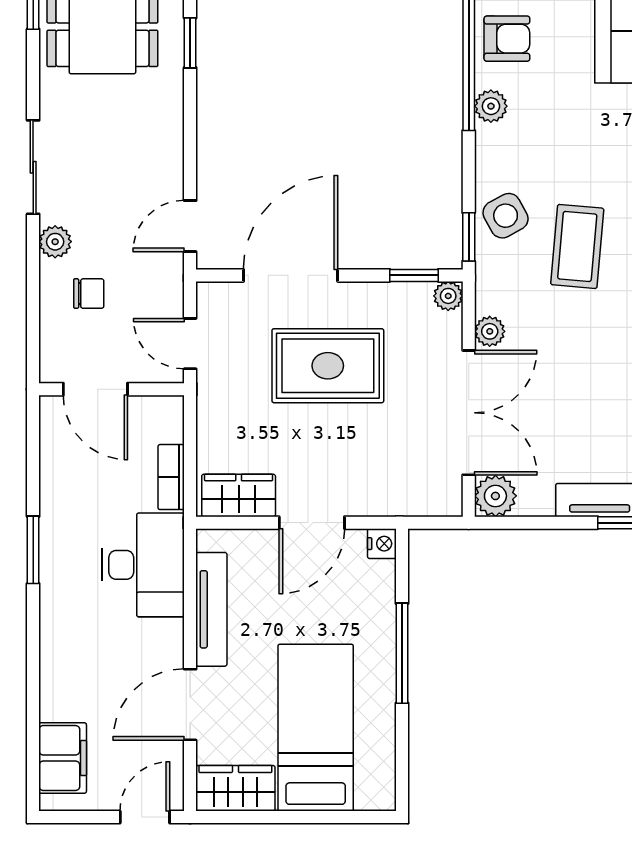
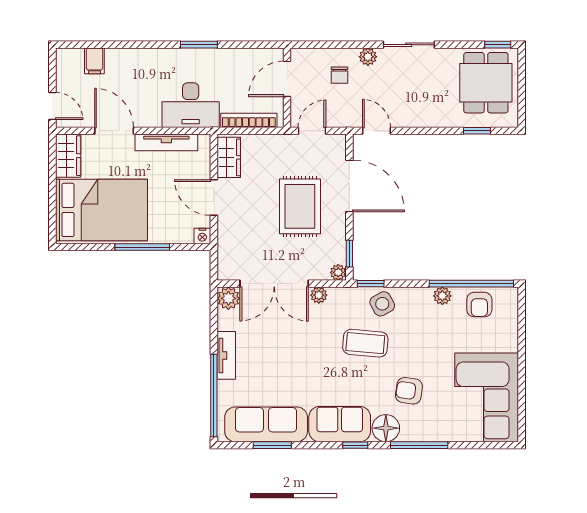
bookcase: (171, 477) -> (249, 120), width x1.56
bed: (316, 728) -> (101, 210), width x1.50
filing cabinet: (63, 758) -> (94, 61), width x0.50

